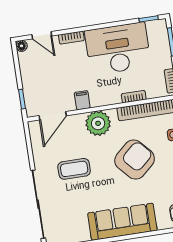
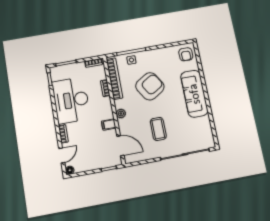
plant: (98, 123) -> (121, 113), width x0.53, depth x0.53
armchair: (135, 160) -> (150, 86), turned 100

